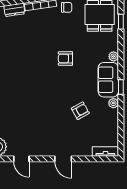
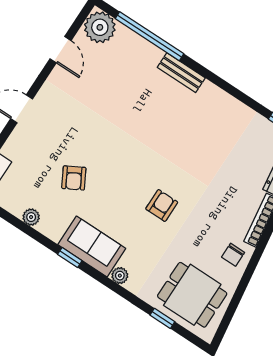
plant: (113, 103) -> (31, 217), moved
door: (21, 159) -> (60, 50), swing flipped

